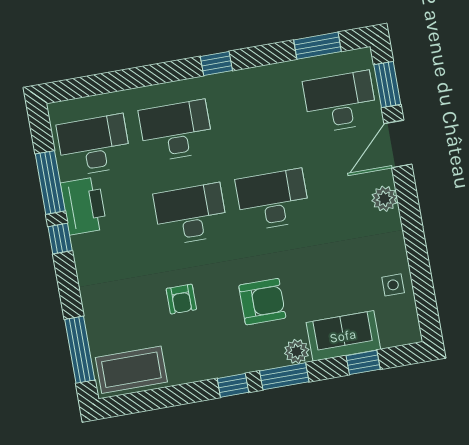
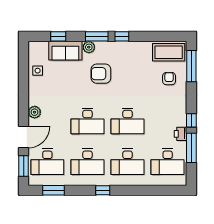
desk: (258, 116) -> (87, 162), added
printer: (84, 206) -> (180, 134), width x0.53, depth x0.68
armchair: (181, 299) -> (169, 79), moved

